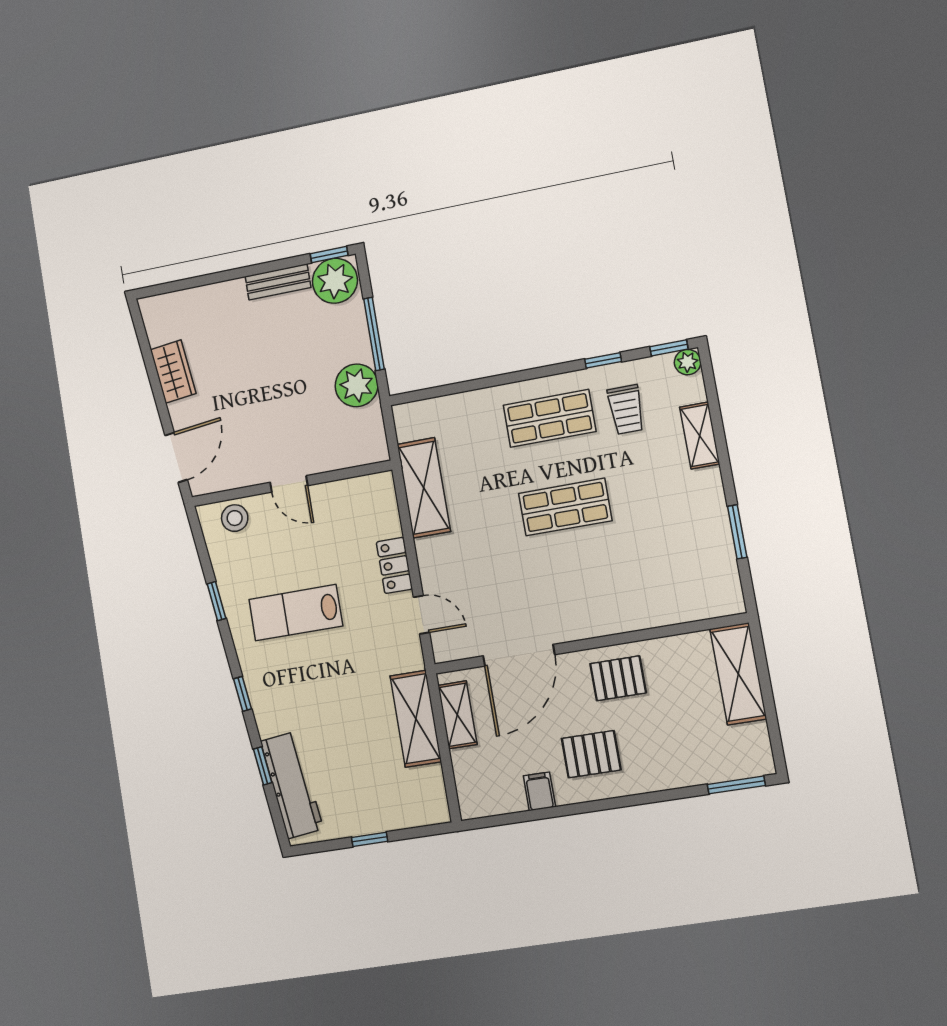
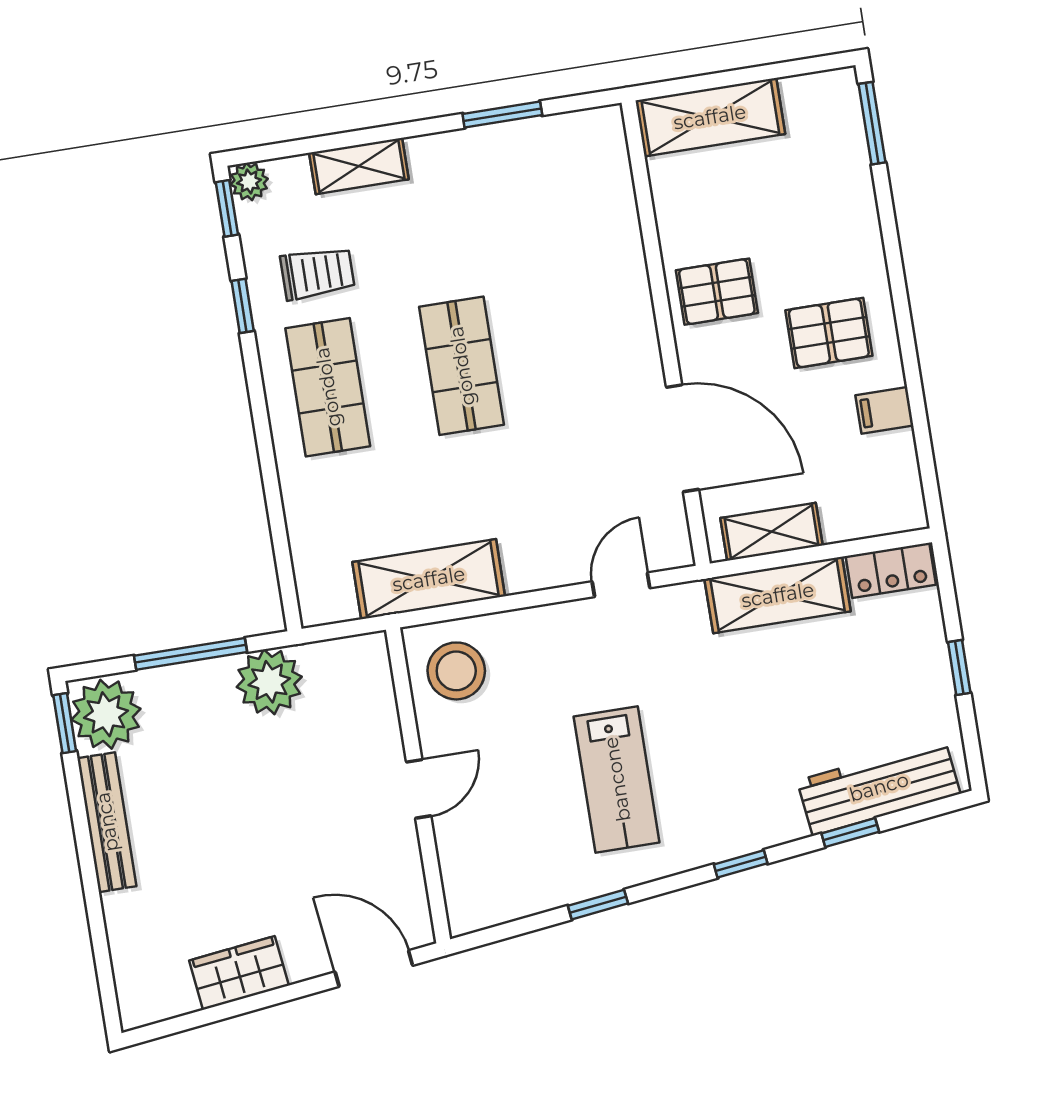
bench: (278, 282) -> (107, 822), width x1.36
stool: (235, 518) -> (456, 671), moved, width x1.38, depth x1.38
locker: (394, 565) -> (891, 570), moved
pallet: (618, 678) -> (717, 292), turned 90
pallet: (591, 754) -> (829, 333), turned 90

